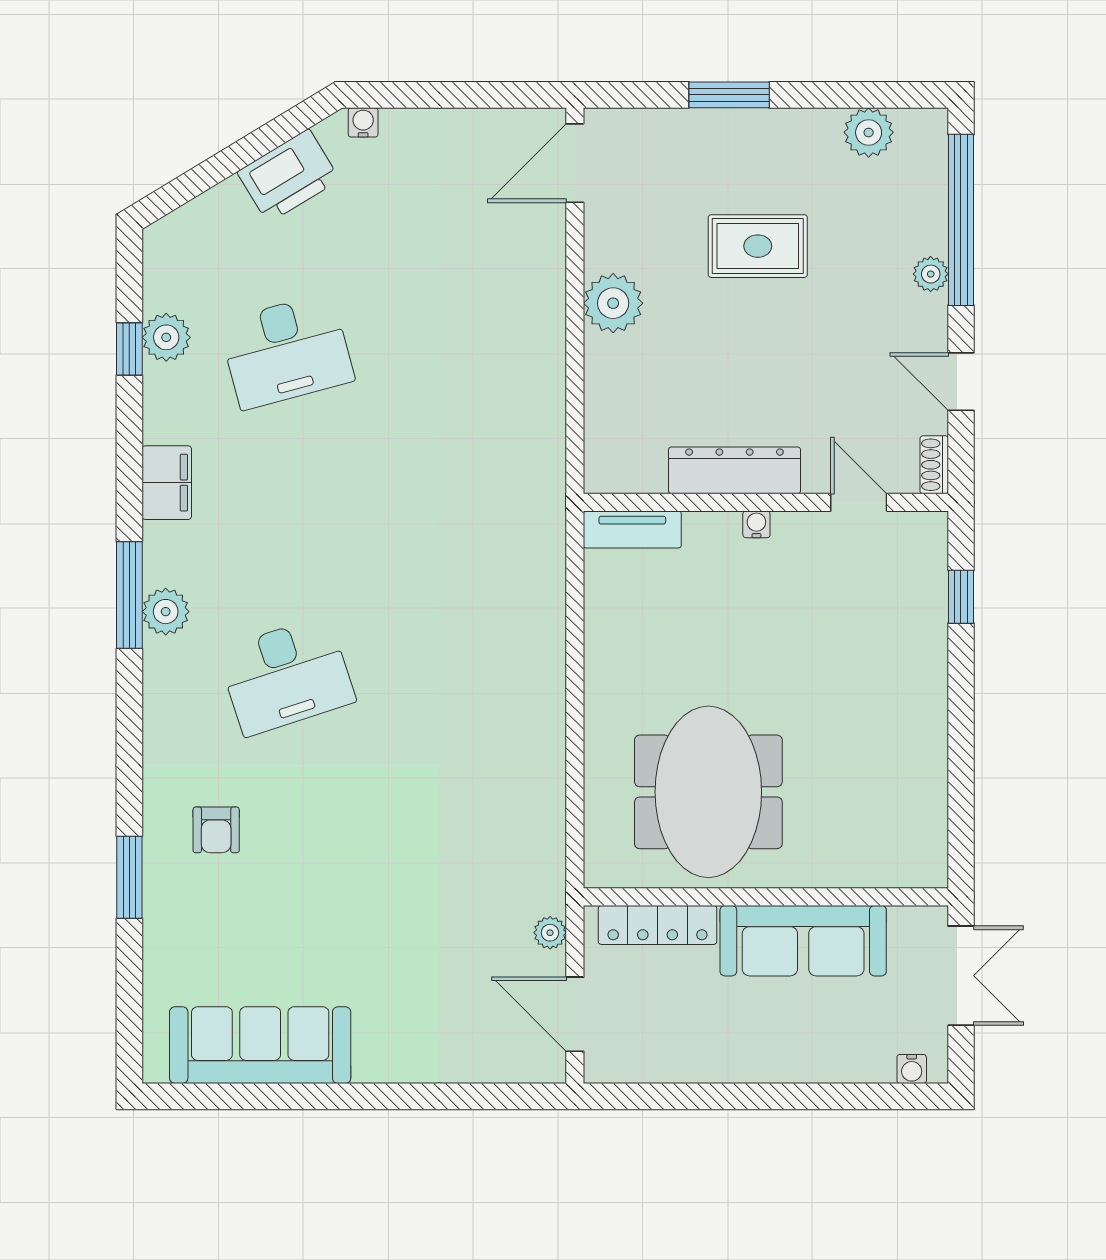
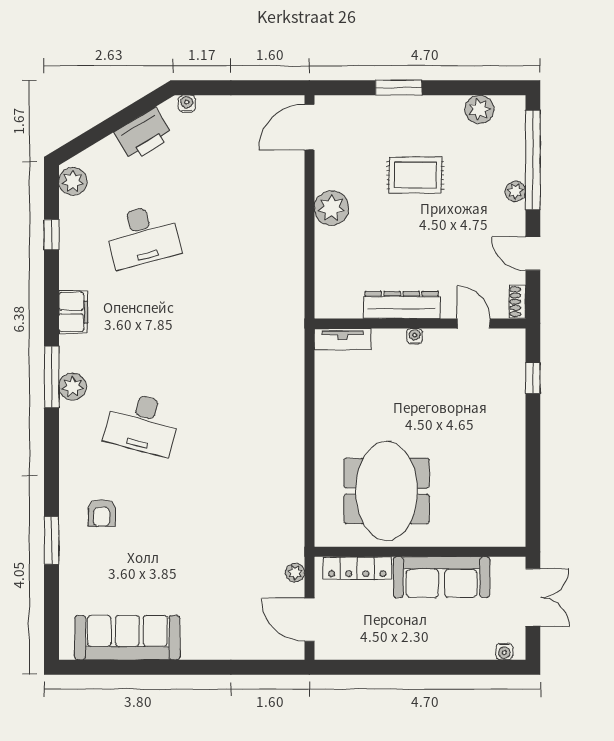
plant: (166, 337) -> (73, 181), moved
desk: (286, 676) -> (142, 424), turned 33

